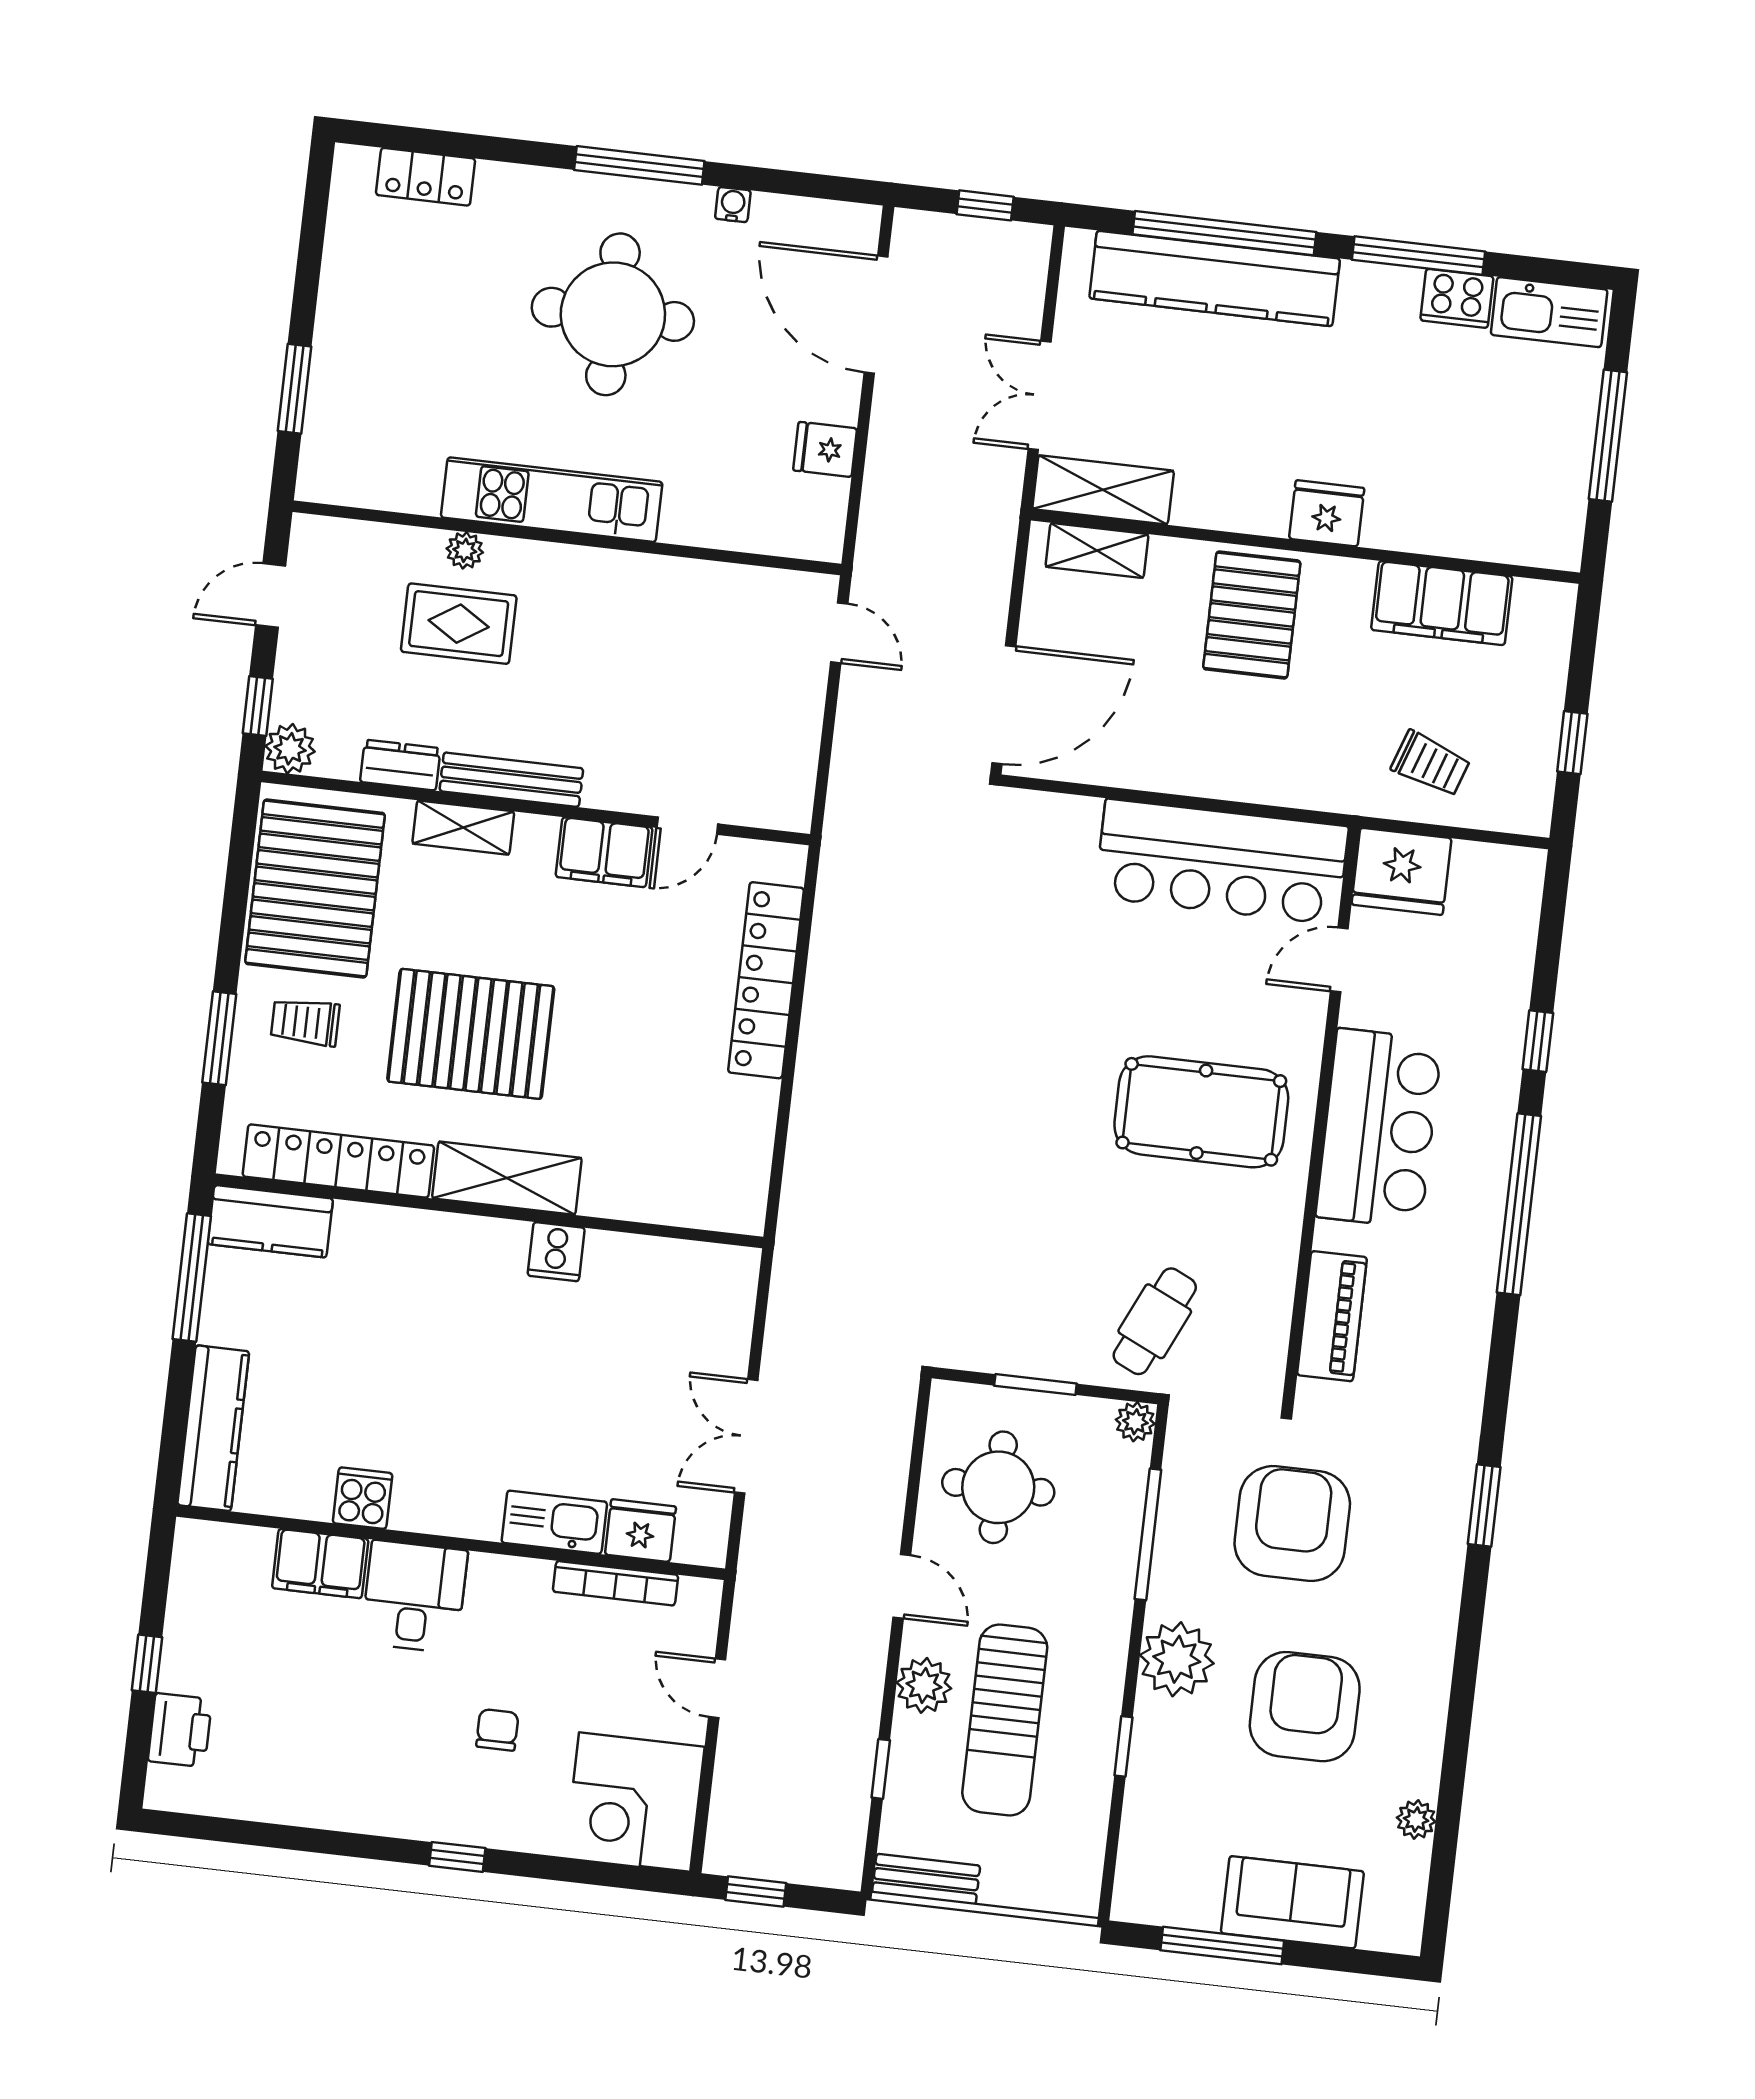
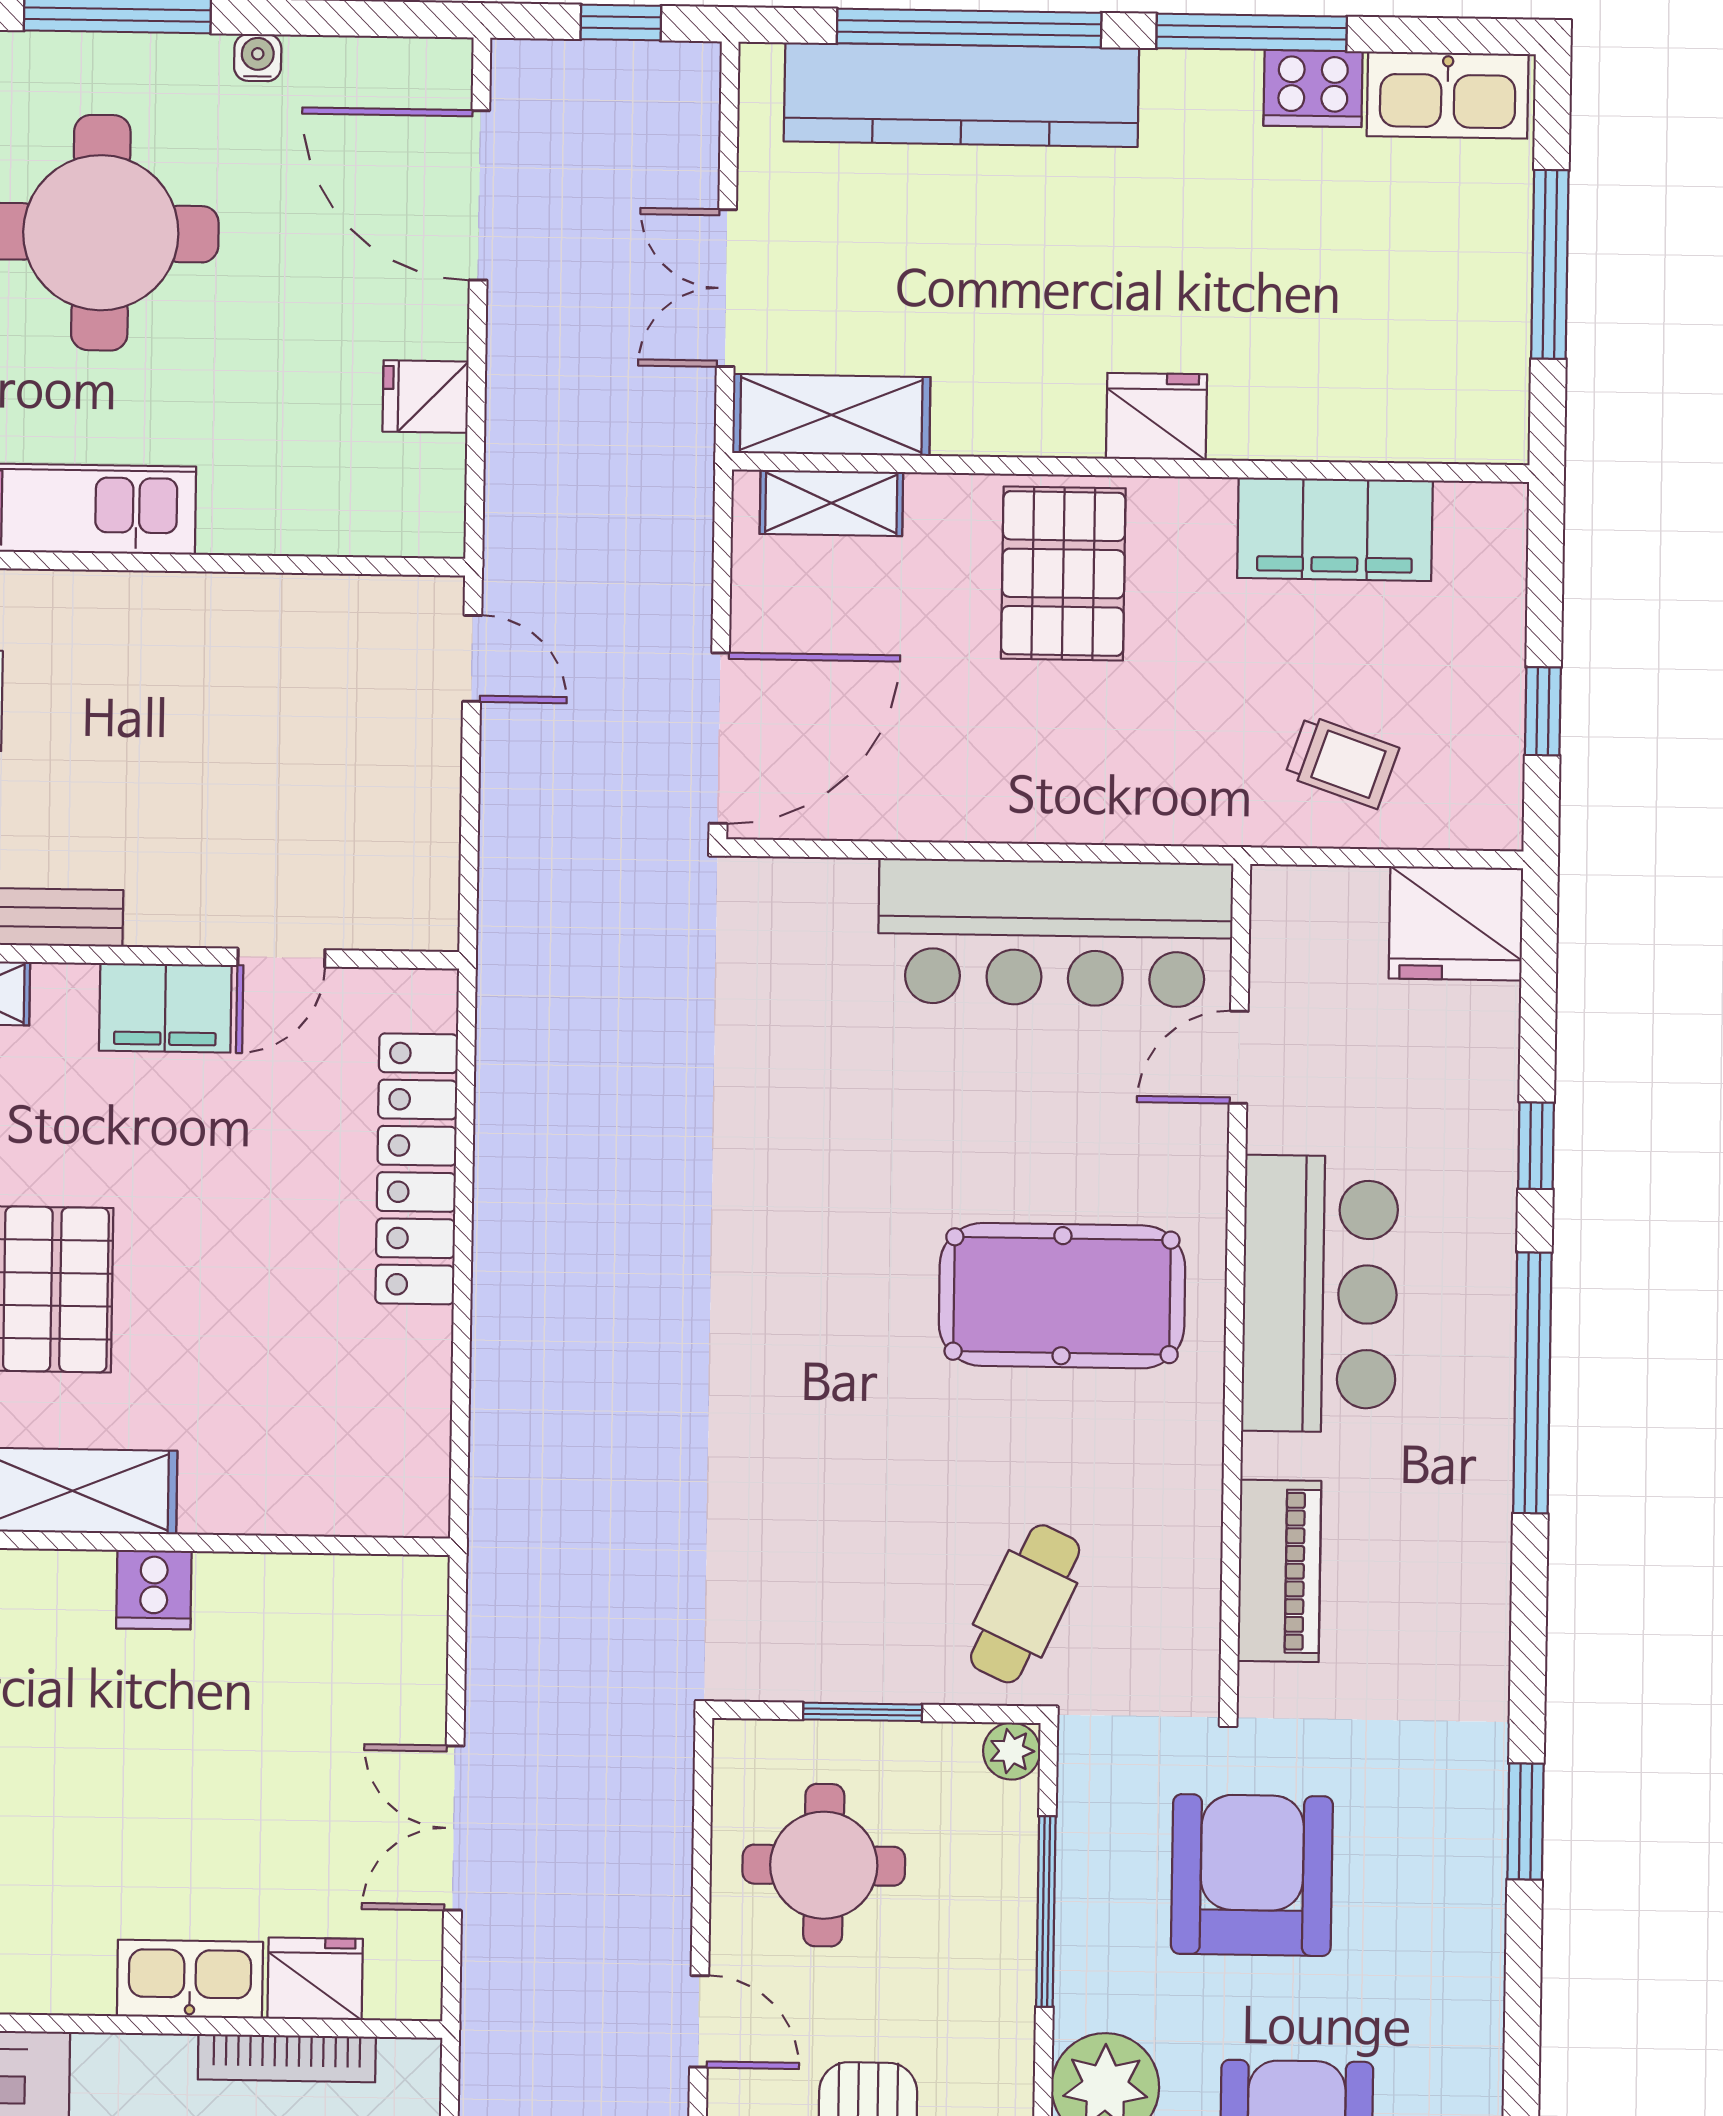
fridge: (1401, 871) -> (1456, 923), moved

